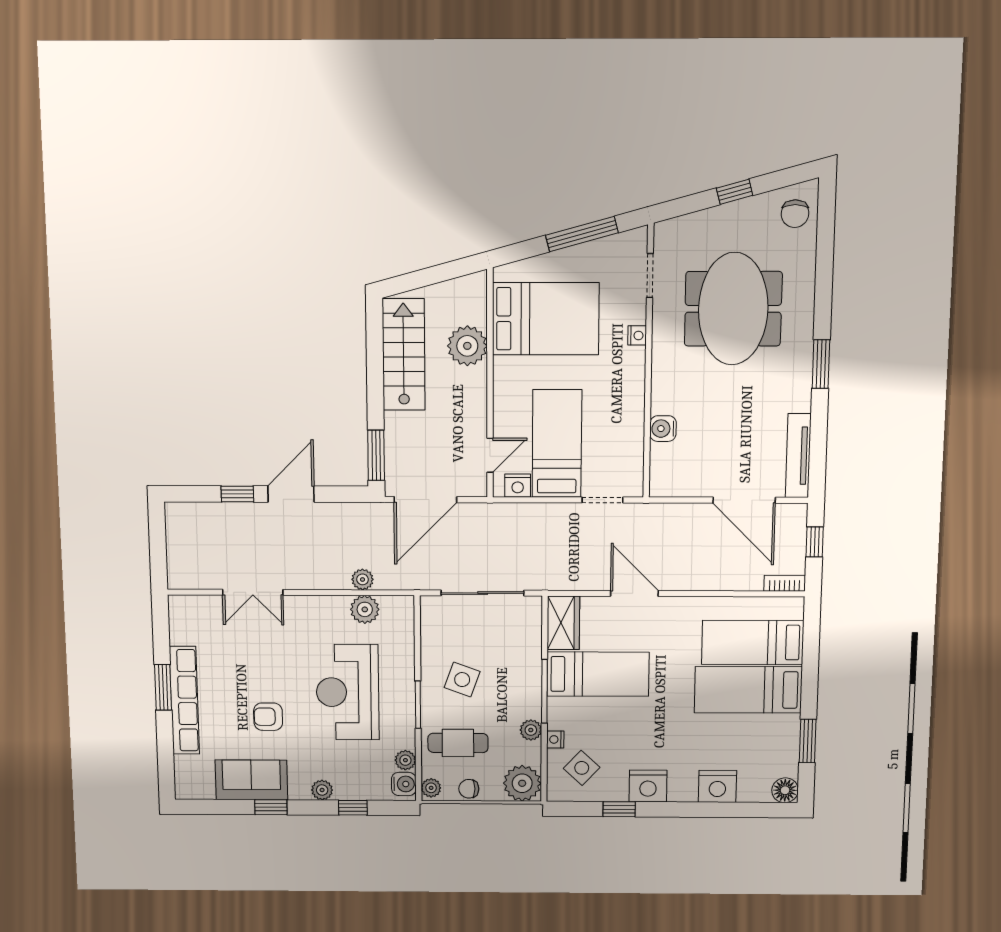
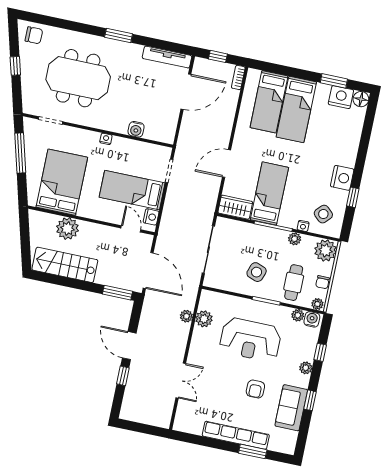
nightstand: (637, 335) -> (106, 139), moved
window: (163, 687) -> (253, 451), moved
nightstand: (717, 786) -> (341, 97), moved, turned -90

